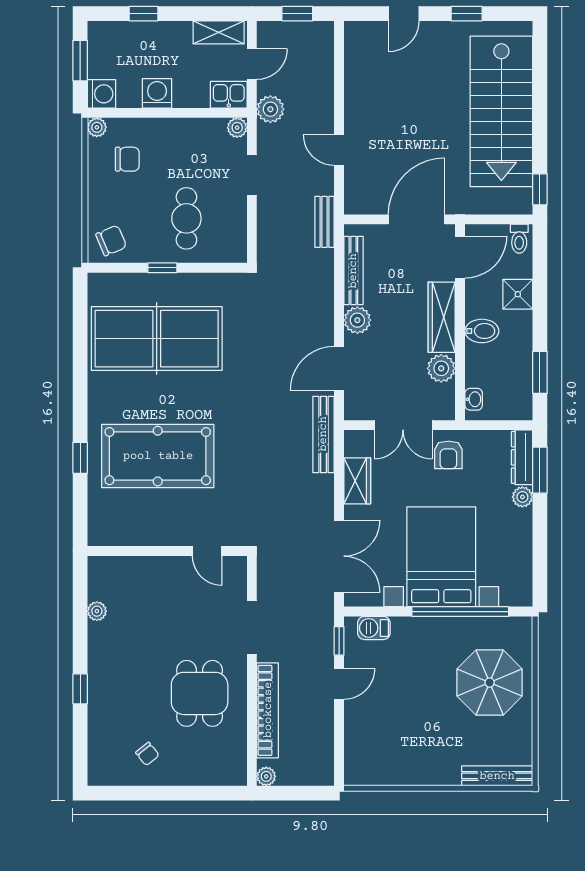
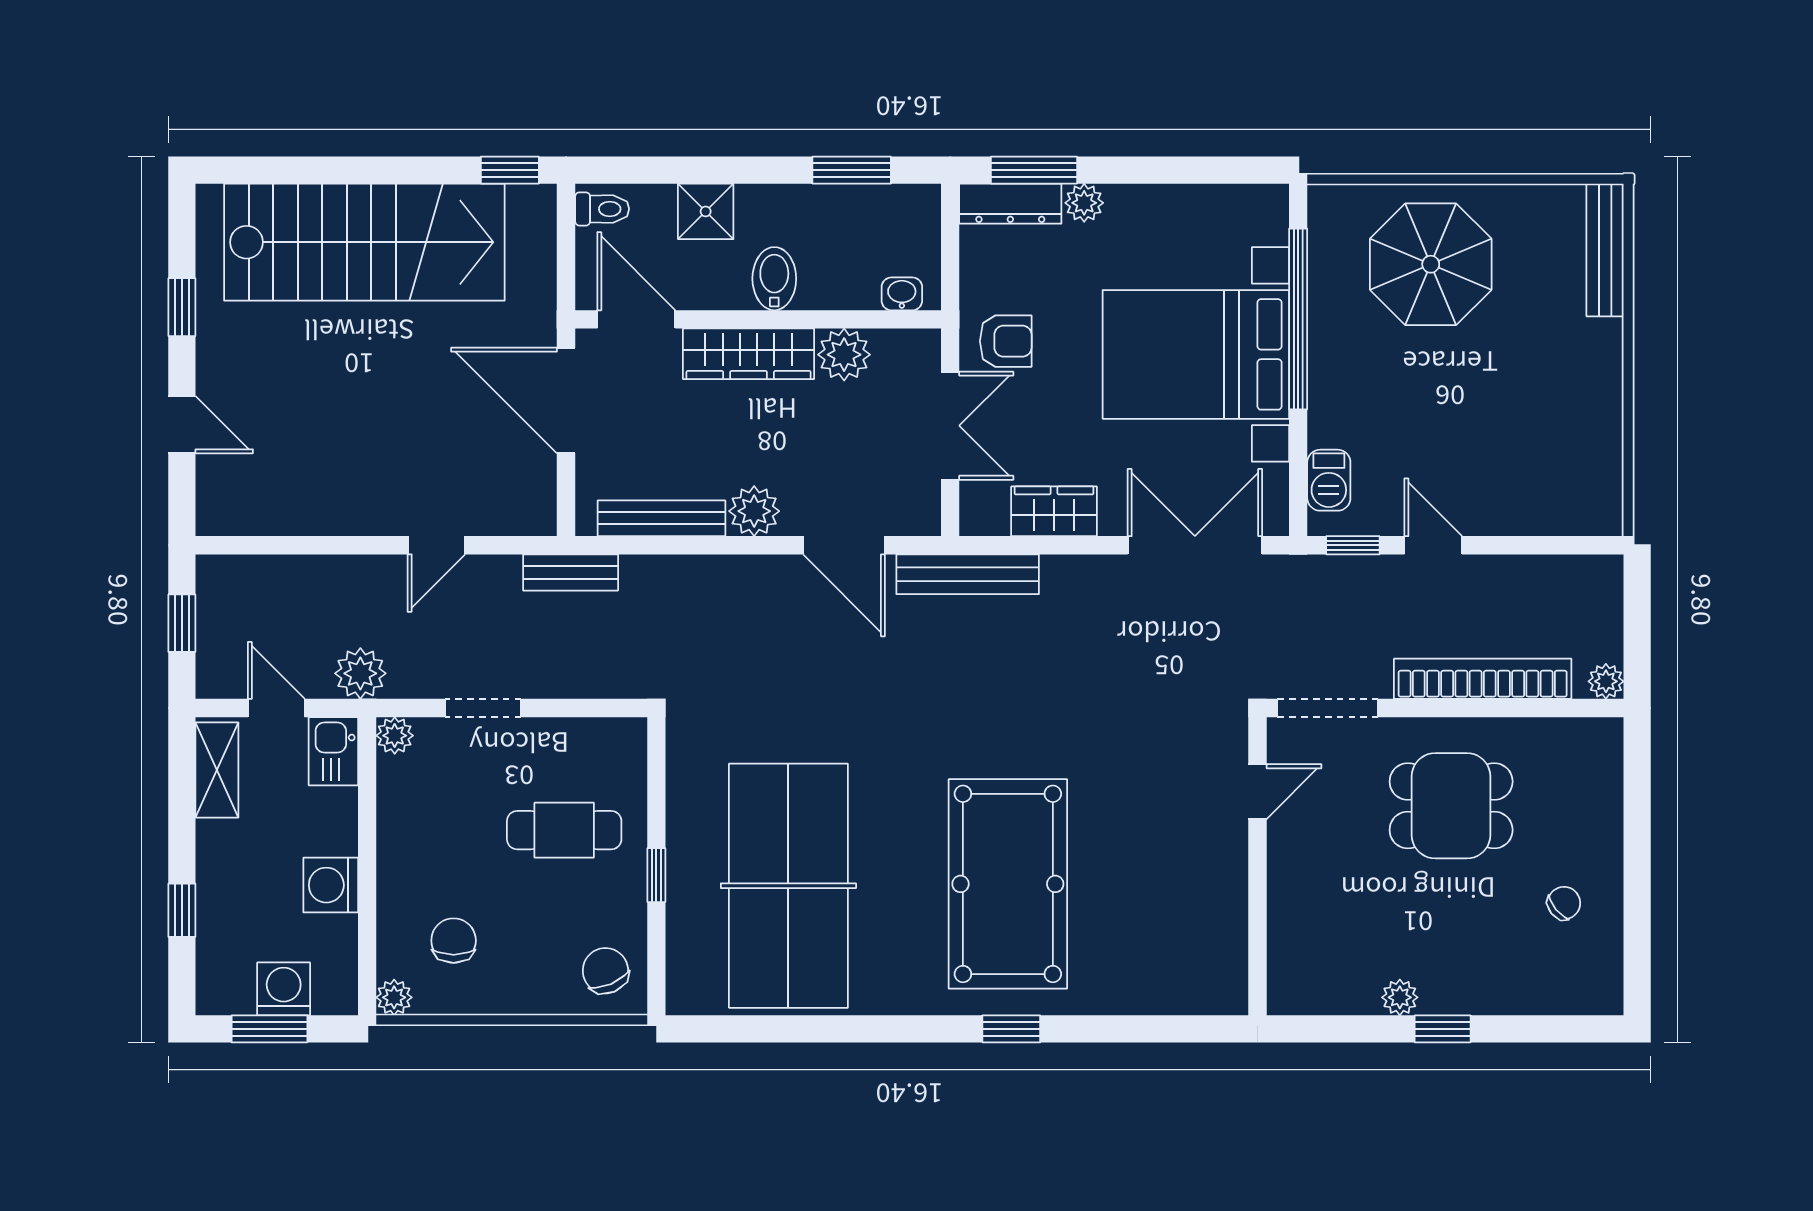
washing machine: (101, 94) -> (284, 989), moved
wall: (167, 551) -> (1257, 866), moved
door: (207, 551) -> (1257, 792), moved
plant: (97, 611) -> (1400, 997), moved

